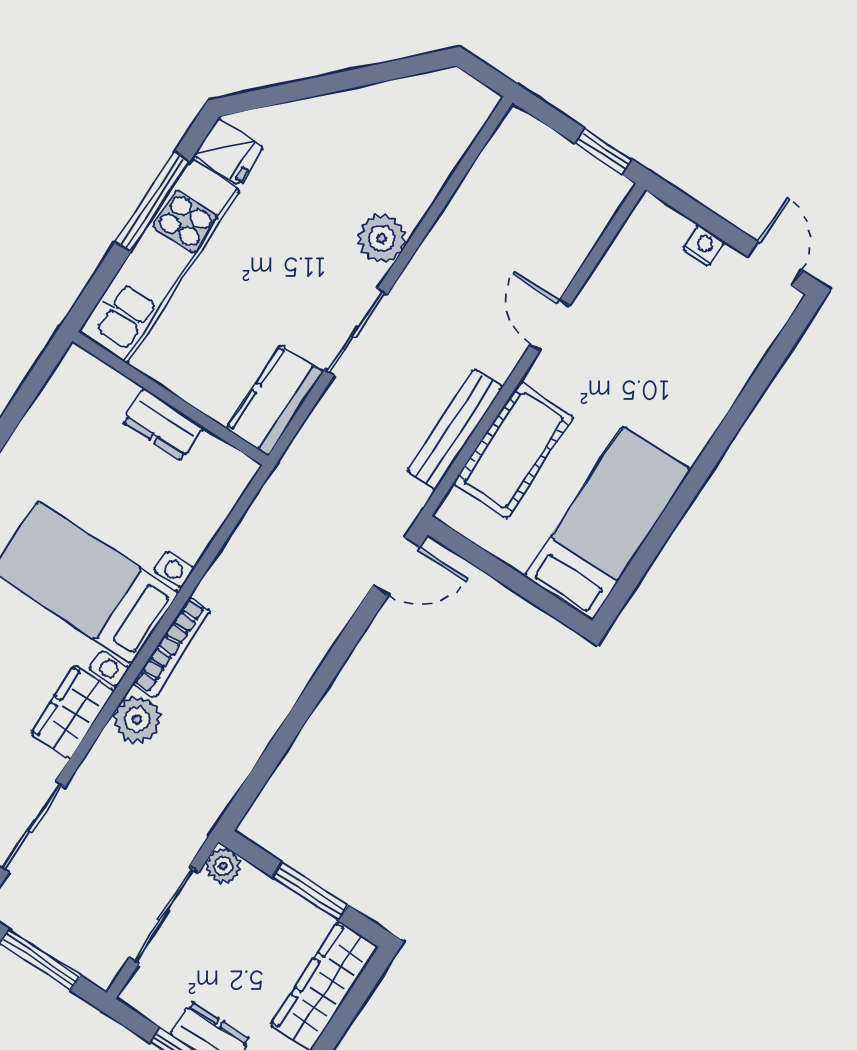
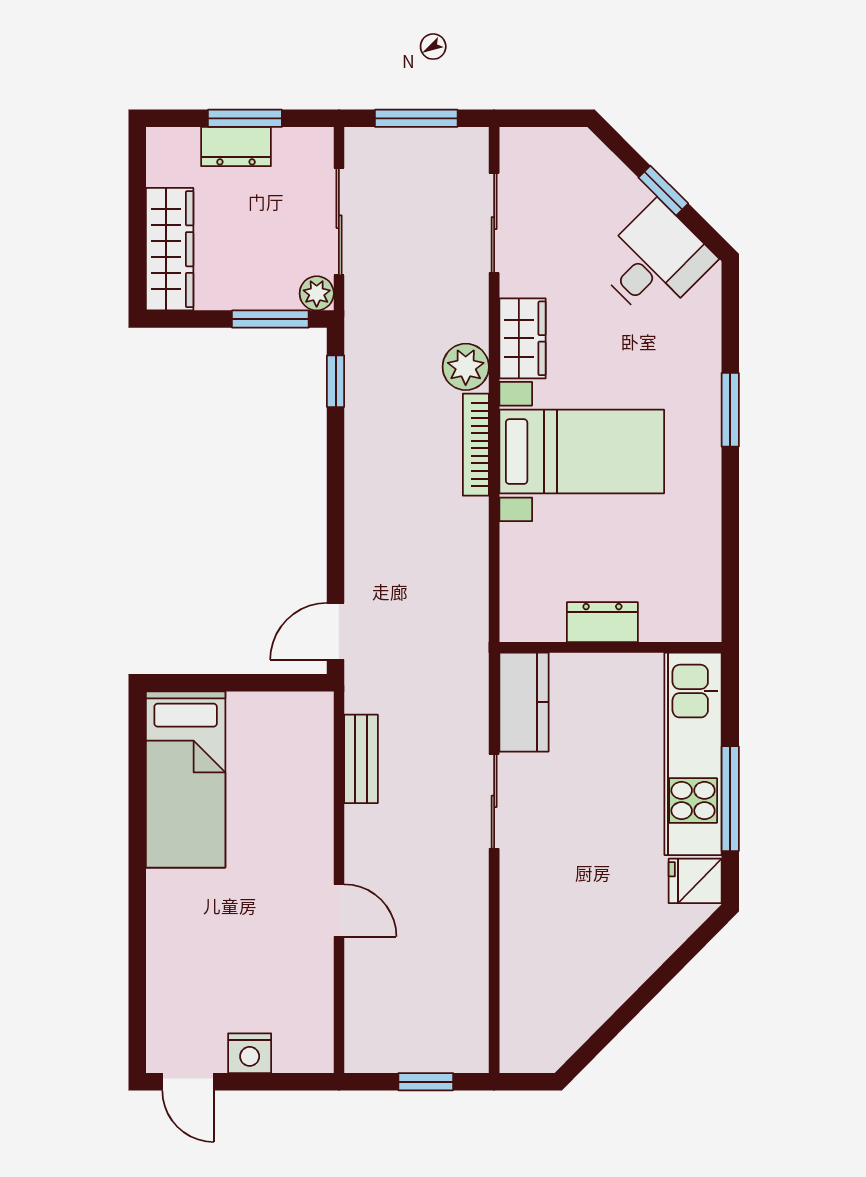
window: (603, 151) -> (426, 1082), moved
plant: (382, 238) -> (523, 892), removed
nightstand: (704, 246) -> (250, 1053), width x1.39, depth x1.35
bench: (455, 429) -> (361, 759), width x0.73
cot: (513, 450) -> (302, 789), removed
window: (256, 780) -> (336, 381), added
window: (310, 891) -> (270, 319), moved

